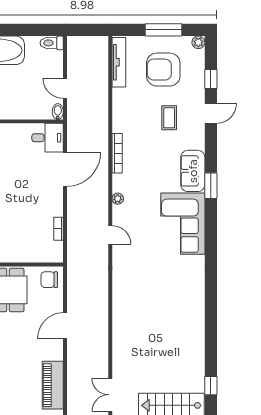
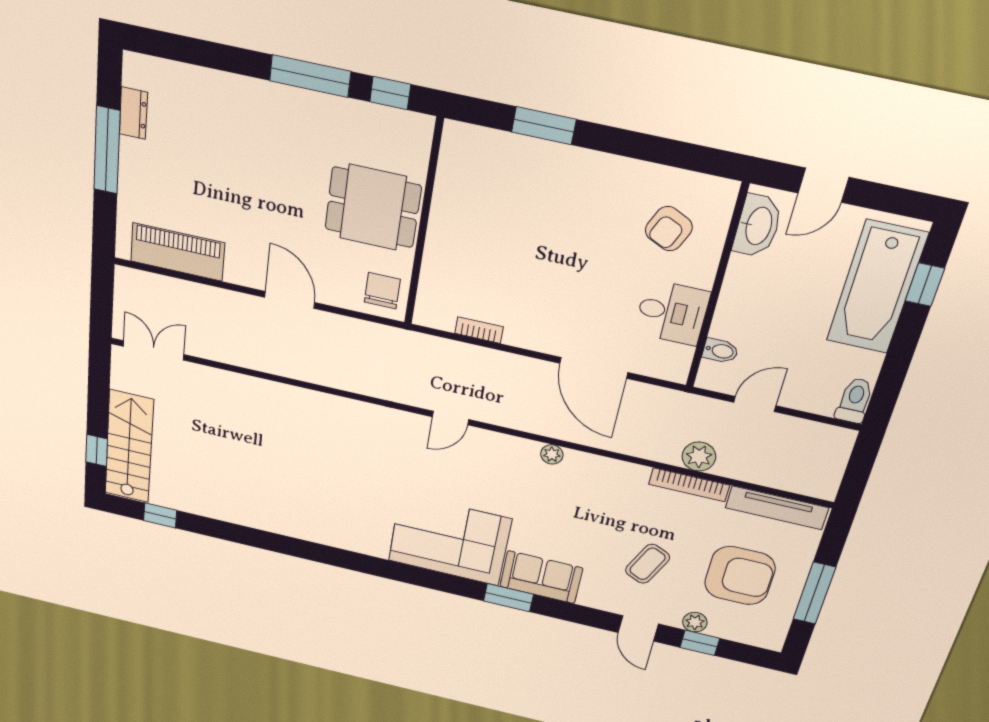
plant: (198, 42) -> (695, 622), moved
armchair: (163, 70) -> (740, 576), turned 90
plant: (100, 107) -> (699, 457), added
bidet: (58, 112) -> (720, 351), moved
coffee table: (169, 118) -> (647, 564), turned -65
desk: (48, 138) -> (672, 313), moved, turned -90
bookcase: (117, 153) -> (689, 485), moved
plant: (118, 199) -> (552, 454), moved

